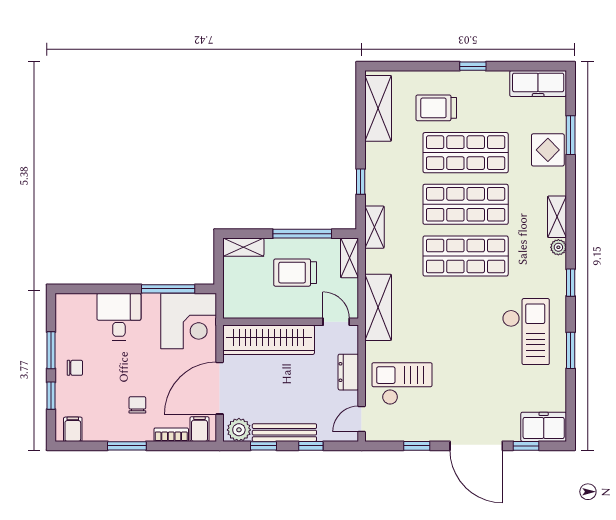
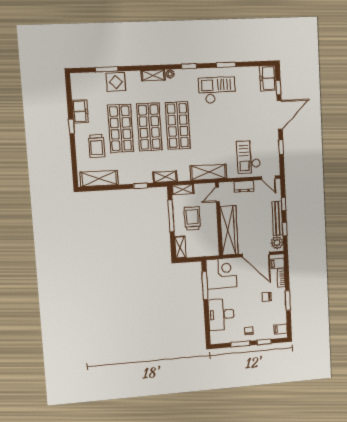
freezer: (538, 84) -> (80, 111), moved, width x0.71
trolley: (295, 273) -> (192, 218), turned 180
desk: (119, 317) -> (221, 314), width x1.37

